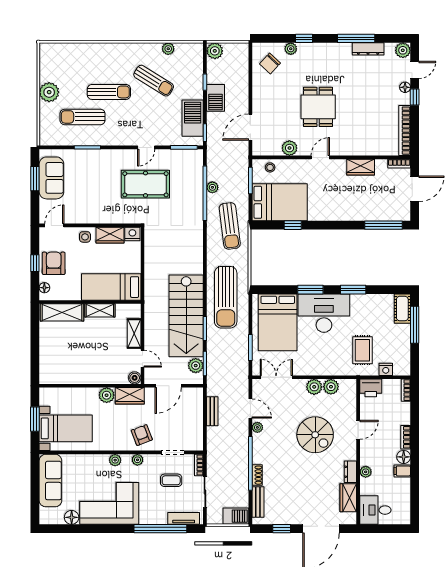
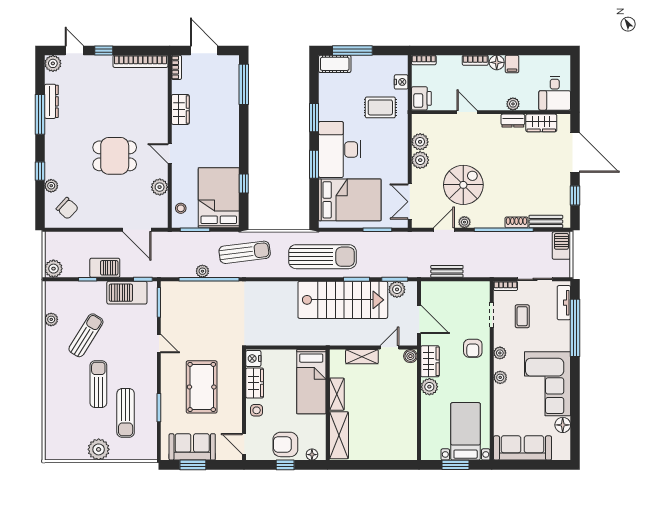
floor lamp: (405, 87) -> (93, 61), removed
pool table: (145, 184) -> (202, 387), moved
armchair: (142, 435) -> (473, 348), turned -69
spiral stairs: (315, 435) -> (463, 185), moved

